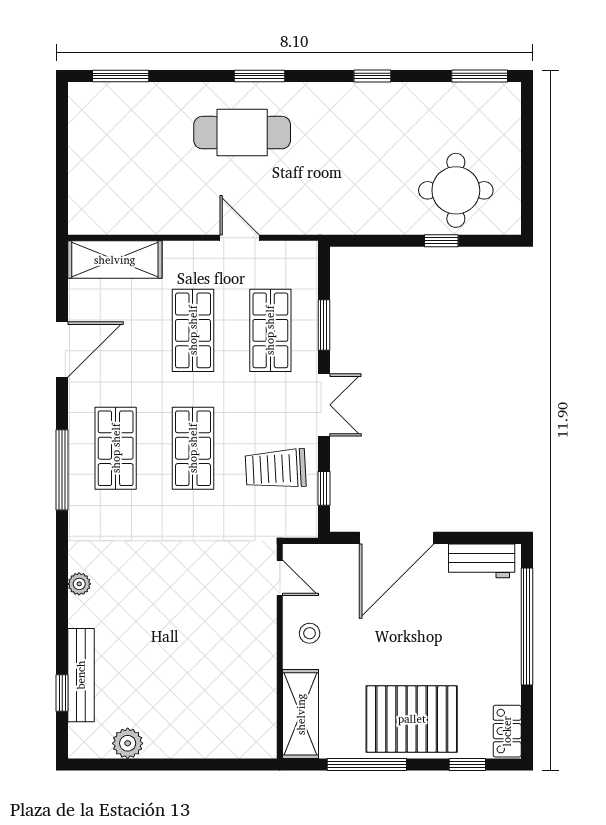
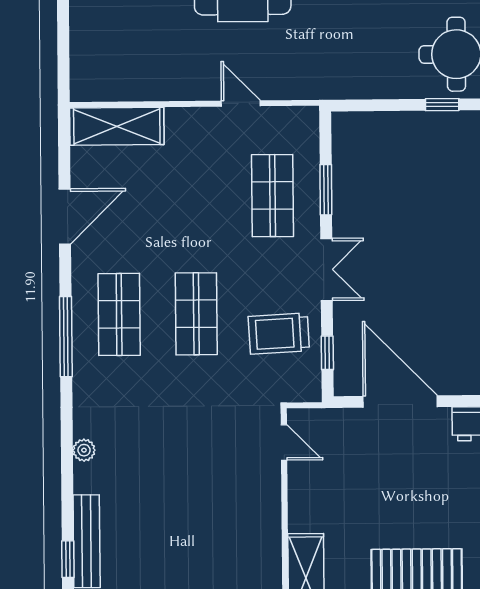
shop shelf: (193, 330) -> (195, 196), removed
door: (397, 538) -> (400, 401), swing flipped
stool: (310, 633) -> (314, 497), removed

